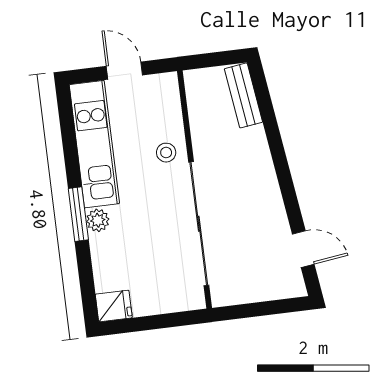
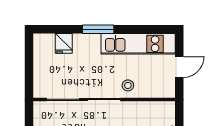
plant: (98, 220) -> (93, 40), removed
fridge: (114, 306) -> (64, 43), moved

